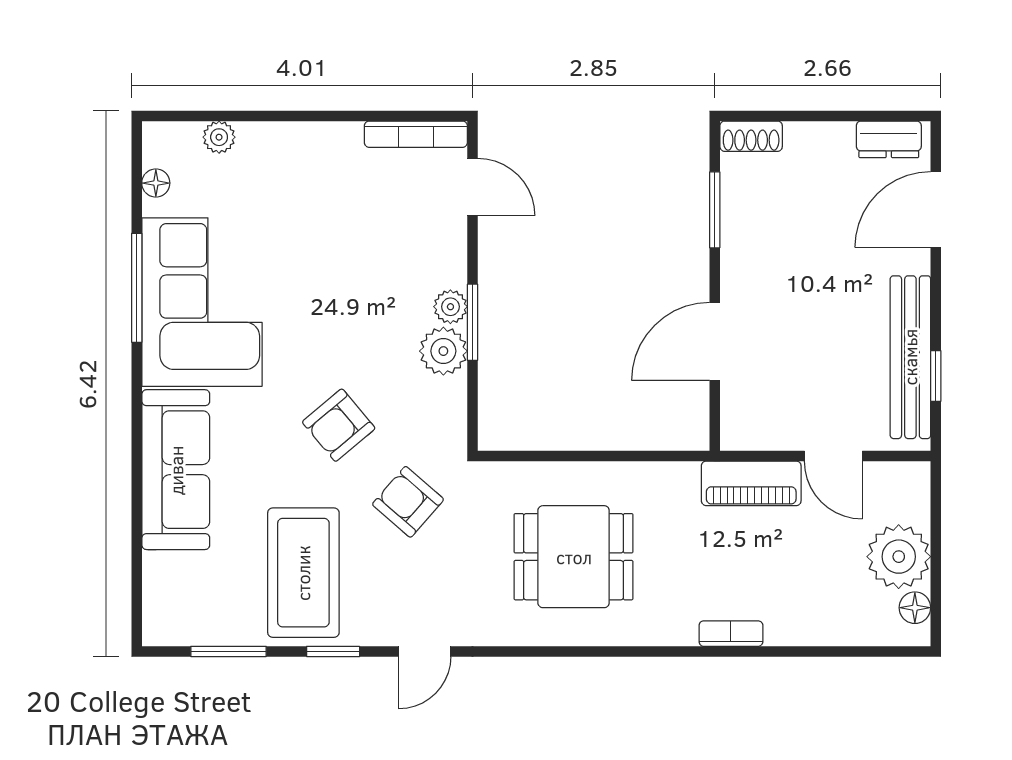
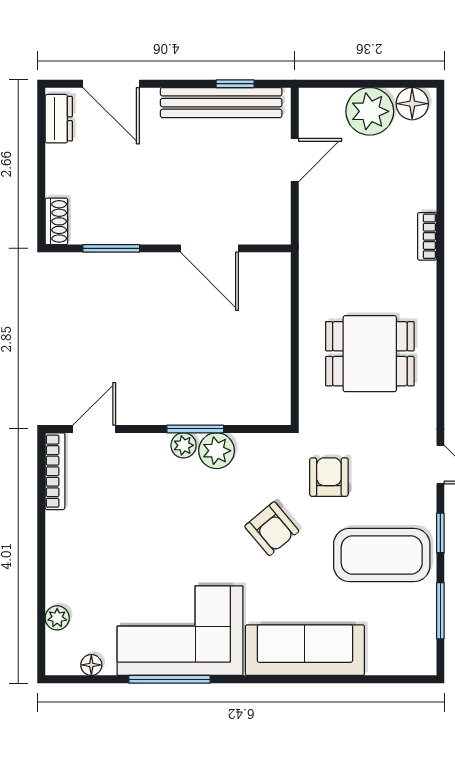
piano: (751, 483) -> (315, 221), removed
armchair: (408, 502) -> (329, 477), turned 139
dining table: (574, 557) -> (370, 354), turned 90
floor lamp: (915, 608) -> (412, 104), width x1.37, depth x1.37

